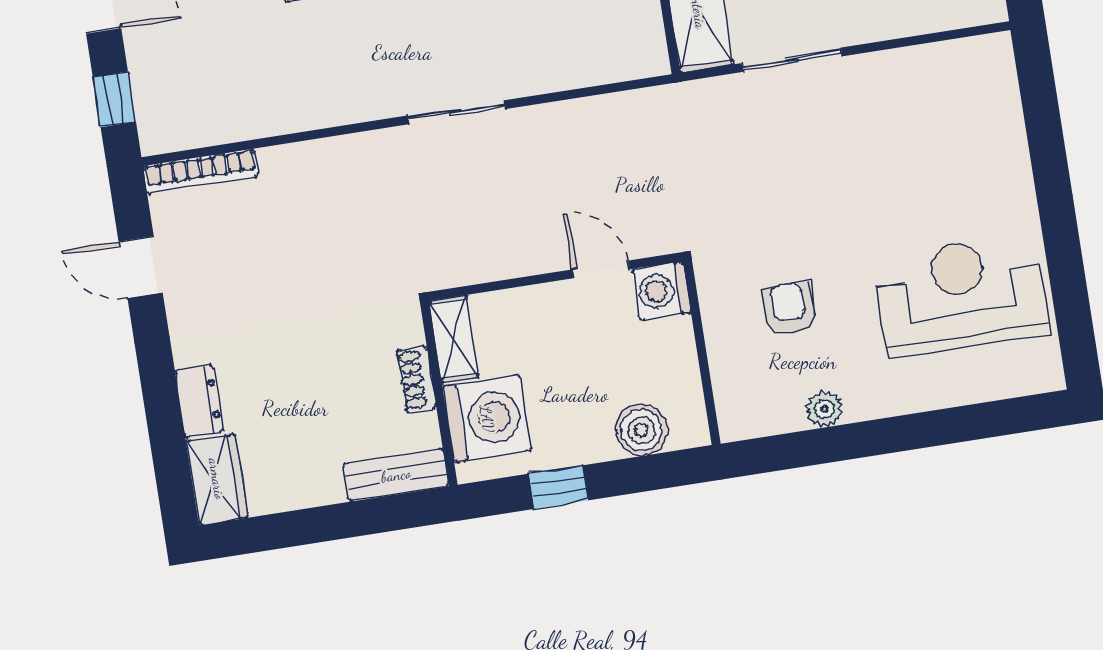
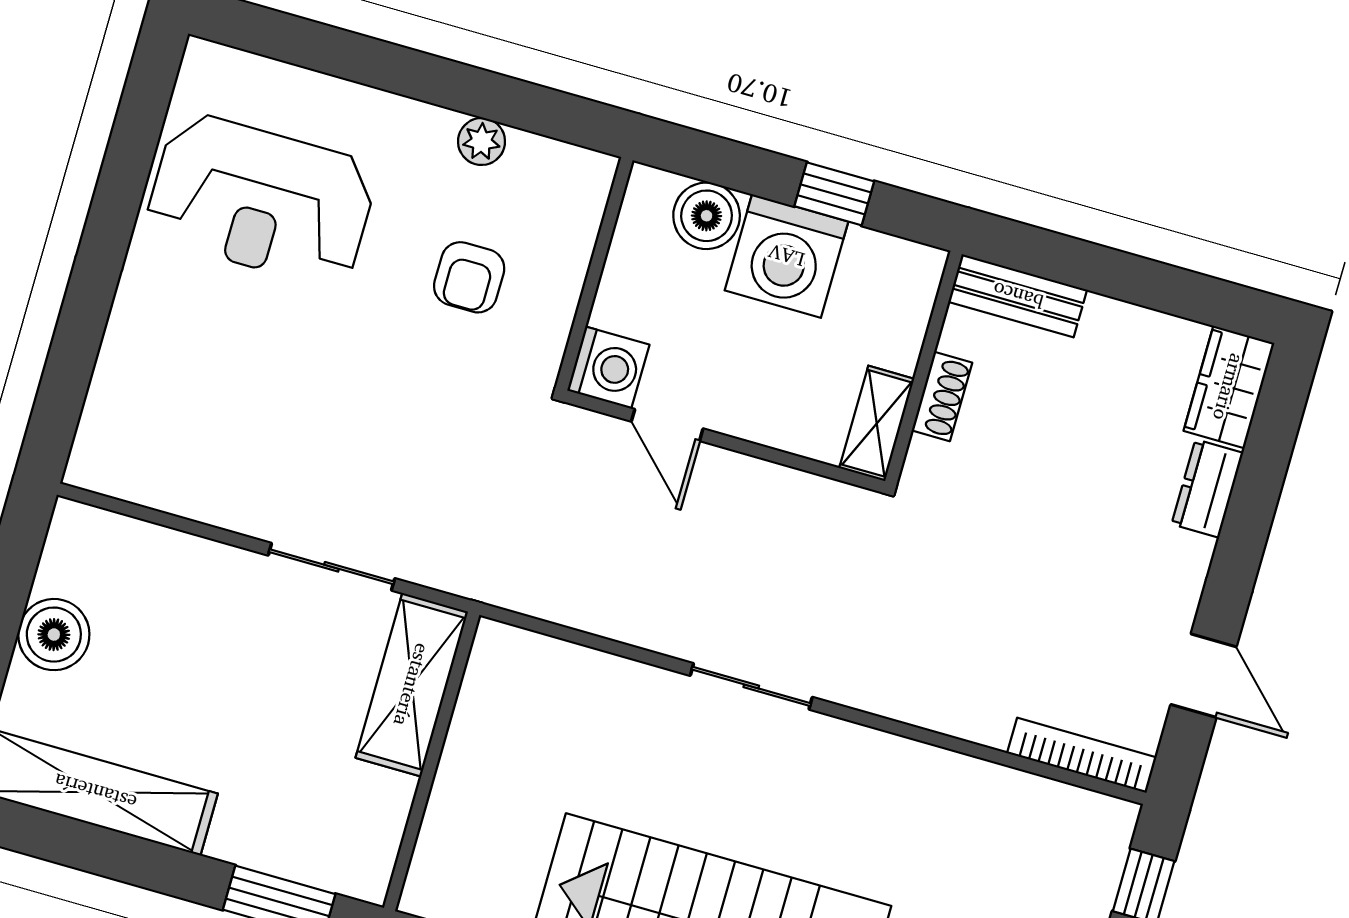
washing machine: (487, 419) -> (786, 256), moved, turned -90

